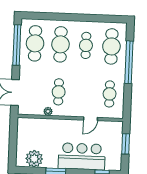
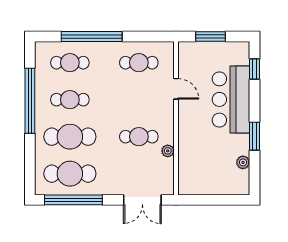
window: (86, 18) -> (30, 101), added
cafe table: (111, 46) -> (70, 63), width x0.73, depth x0.74
plant: (34, 159) -> (243, 162), width x0.53, depth x0.53

